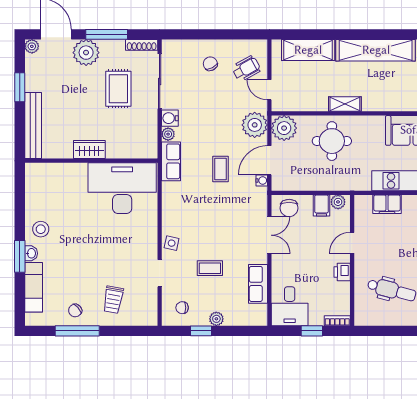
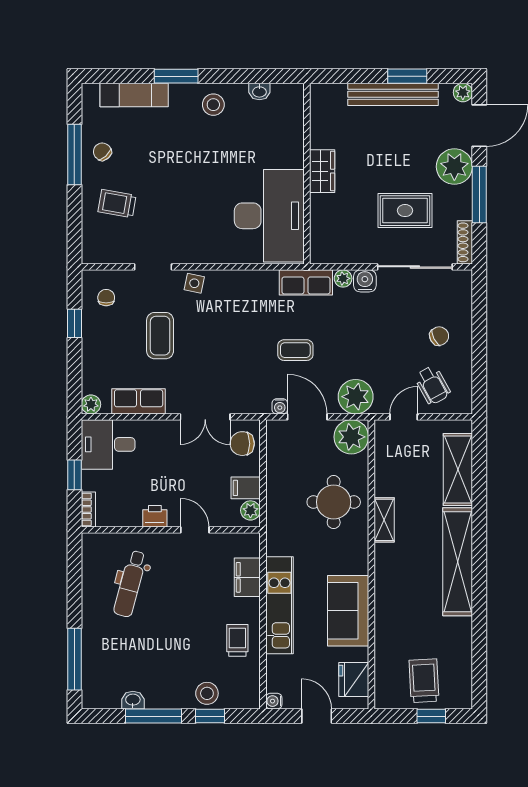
bench: (33, 126) -> (393, 94), moved
washbasin: (31, 253) -> (259, 91), moved
coffee table: (210, 268) -> (160, 336), width x1.36, depth x1.30
plant: (216, 319) -> (91, 404), moved

